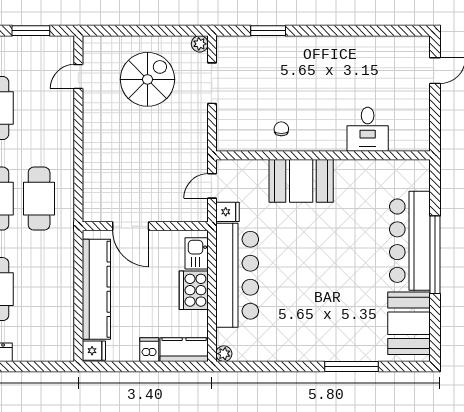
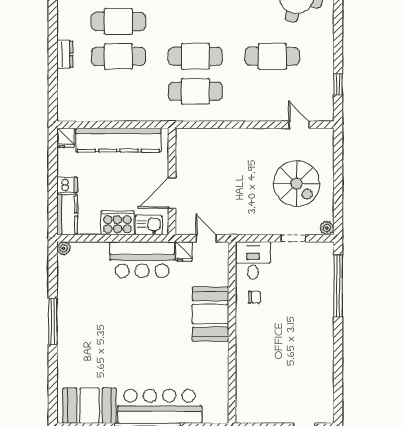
window: (31, 31) -> (338, 84), width x0.67
window: (268, 31) -> (338, 286), width x2.11
doorway: (212, 83) -> (293, 238), width x0.73
desk: (368, 129) -> (253, 260), moved, turned 90
door: (131, 226) -> (172, 193), moved
bar counter: (237, 275) -> (142, 260), width x0.73
window: (352, 367) -> (53, 321), moved

